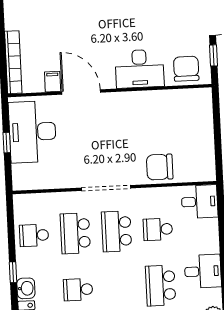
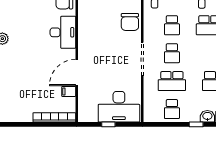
desk: (32, 132) -> (119, 107), moved
school desk: (117, 231) -> (172, 53), width x0.54

